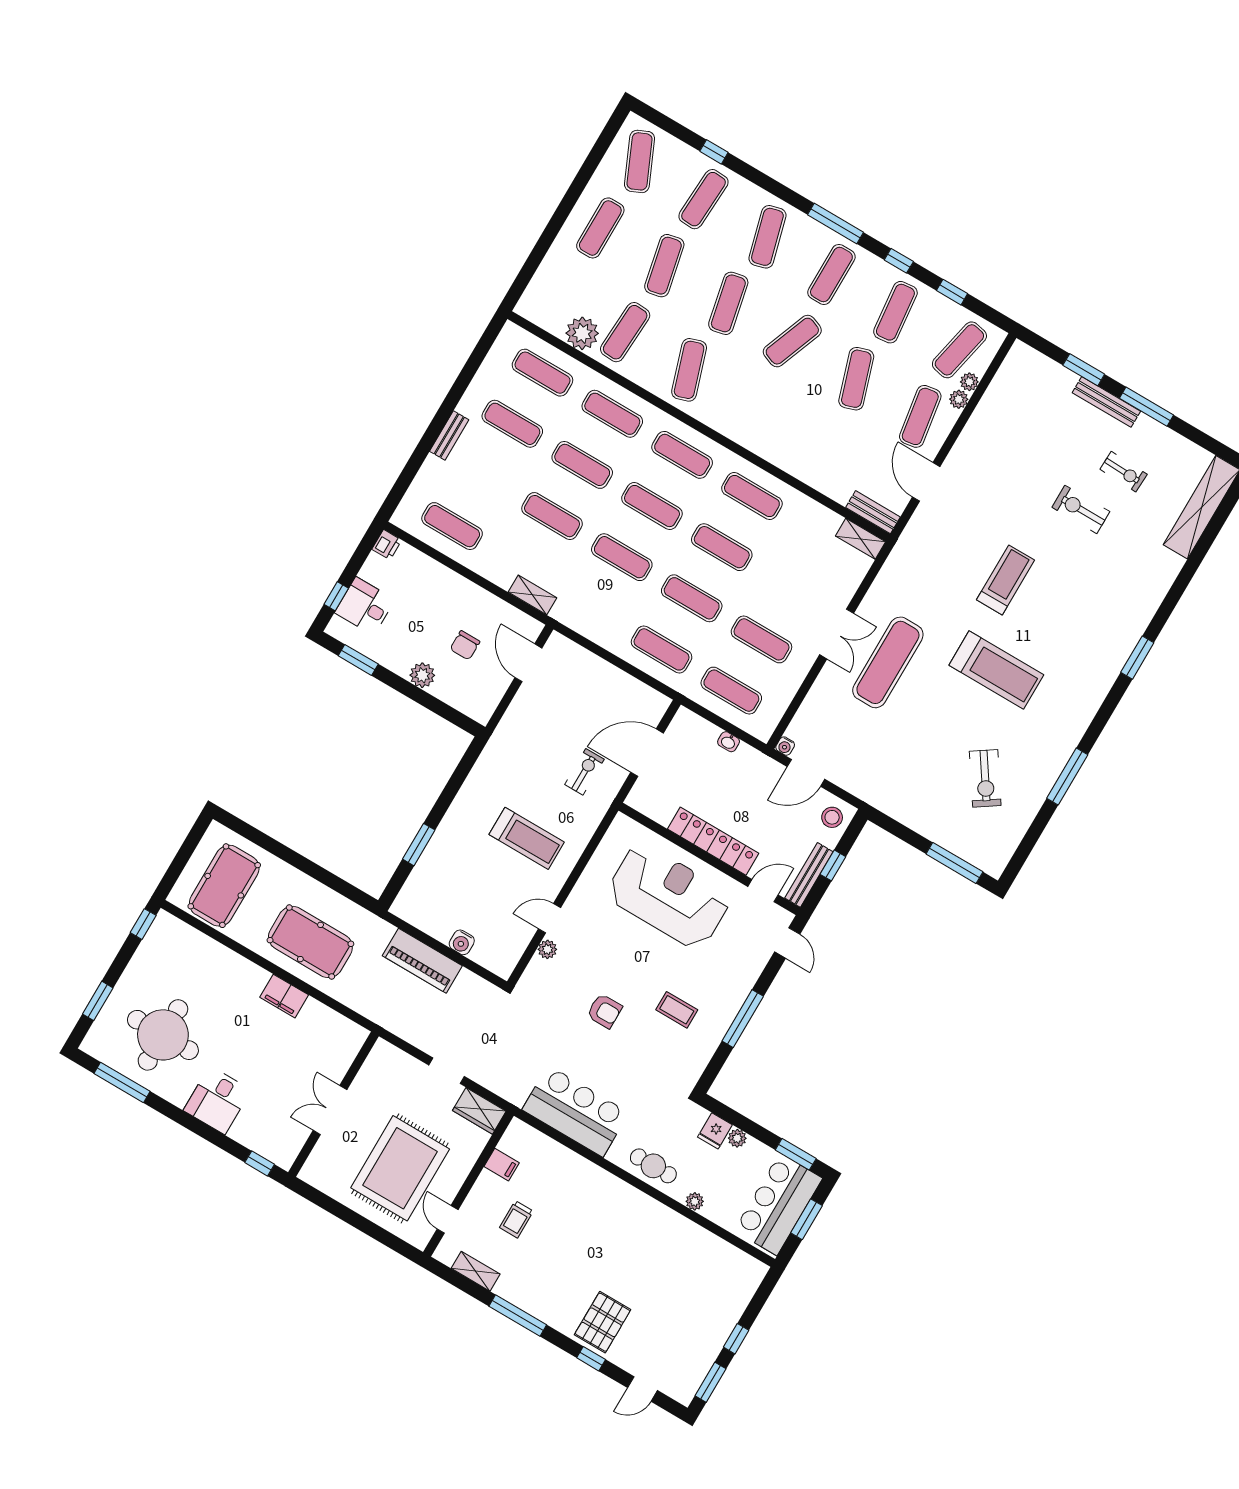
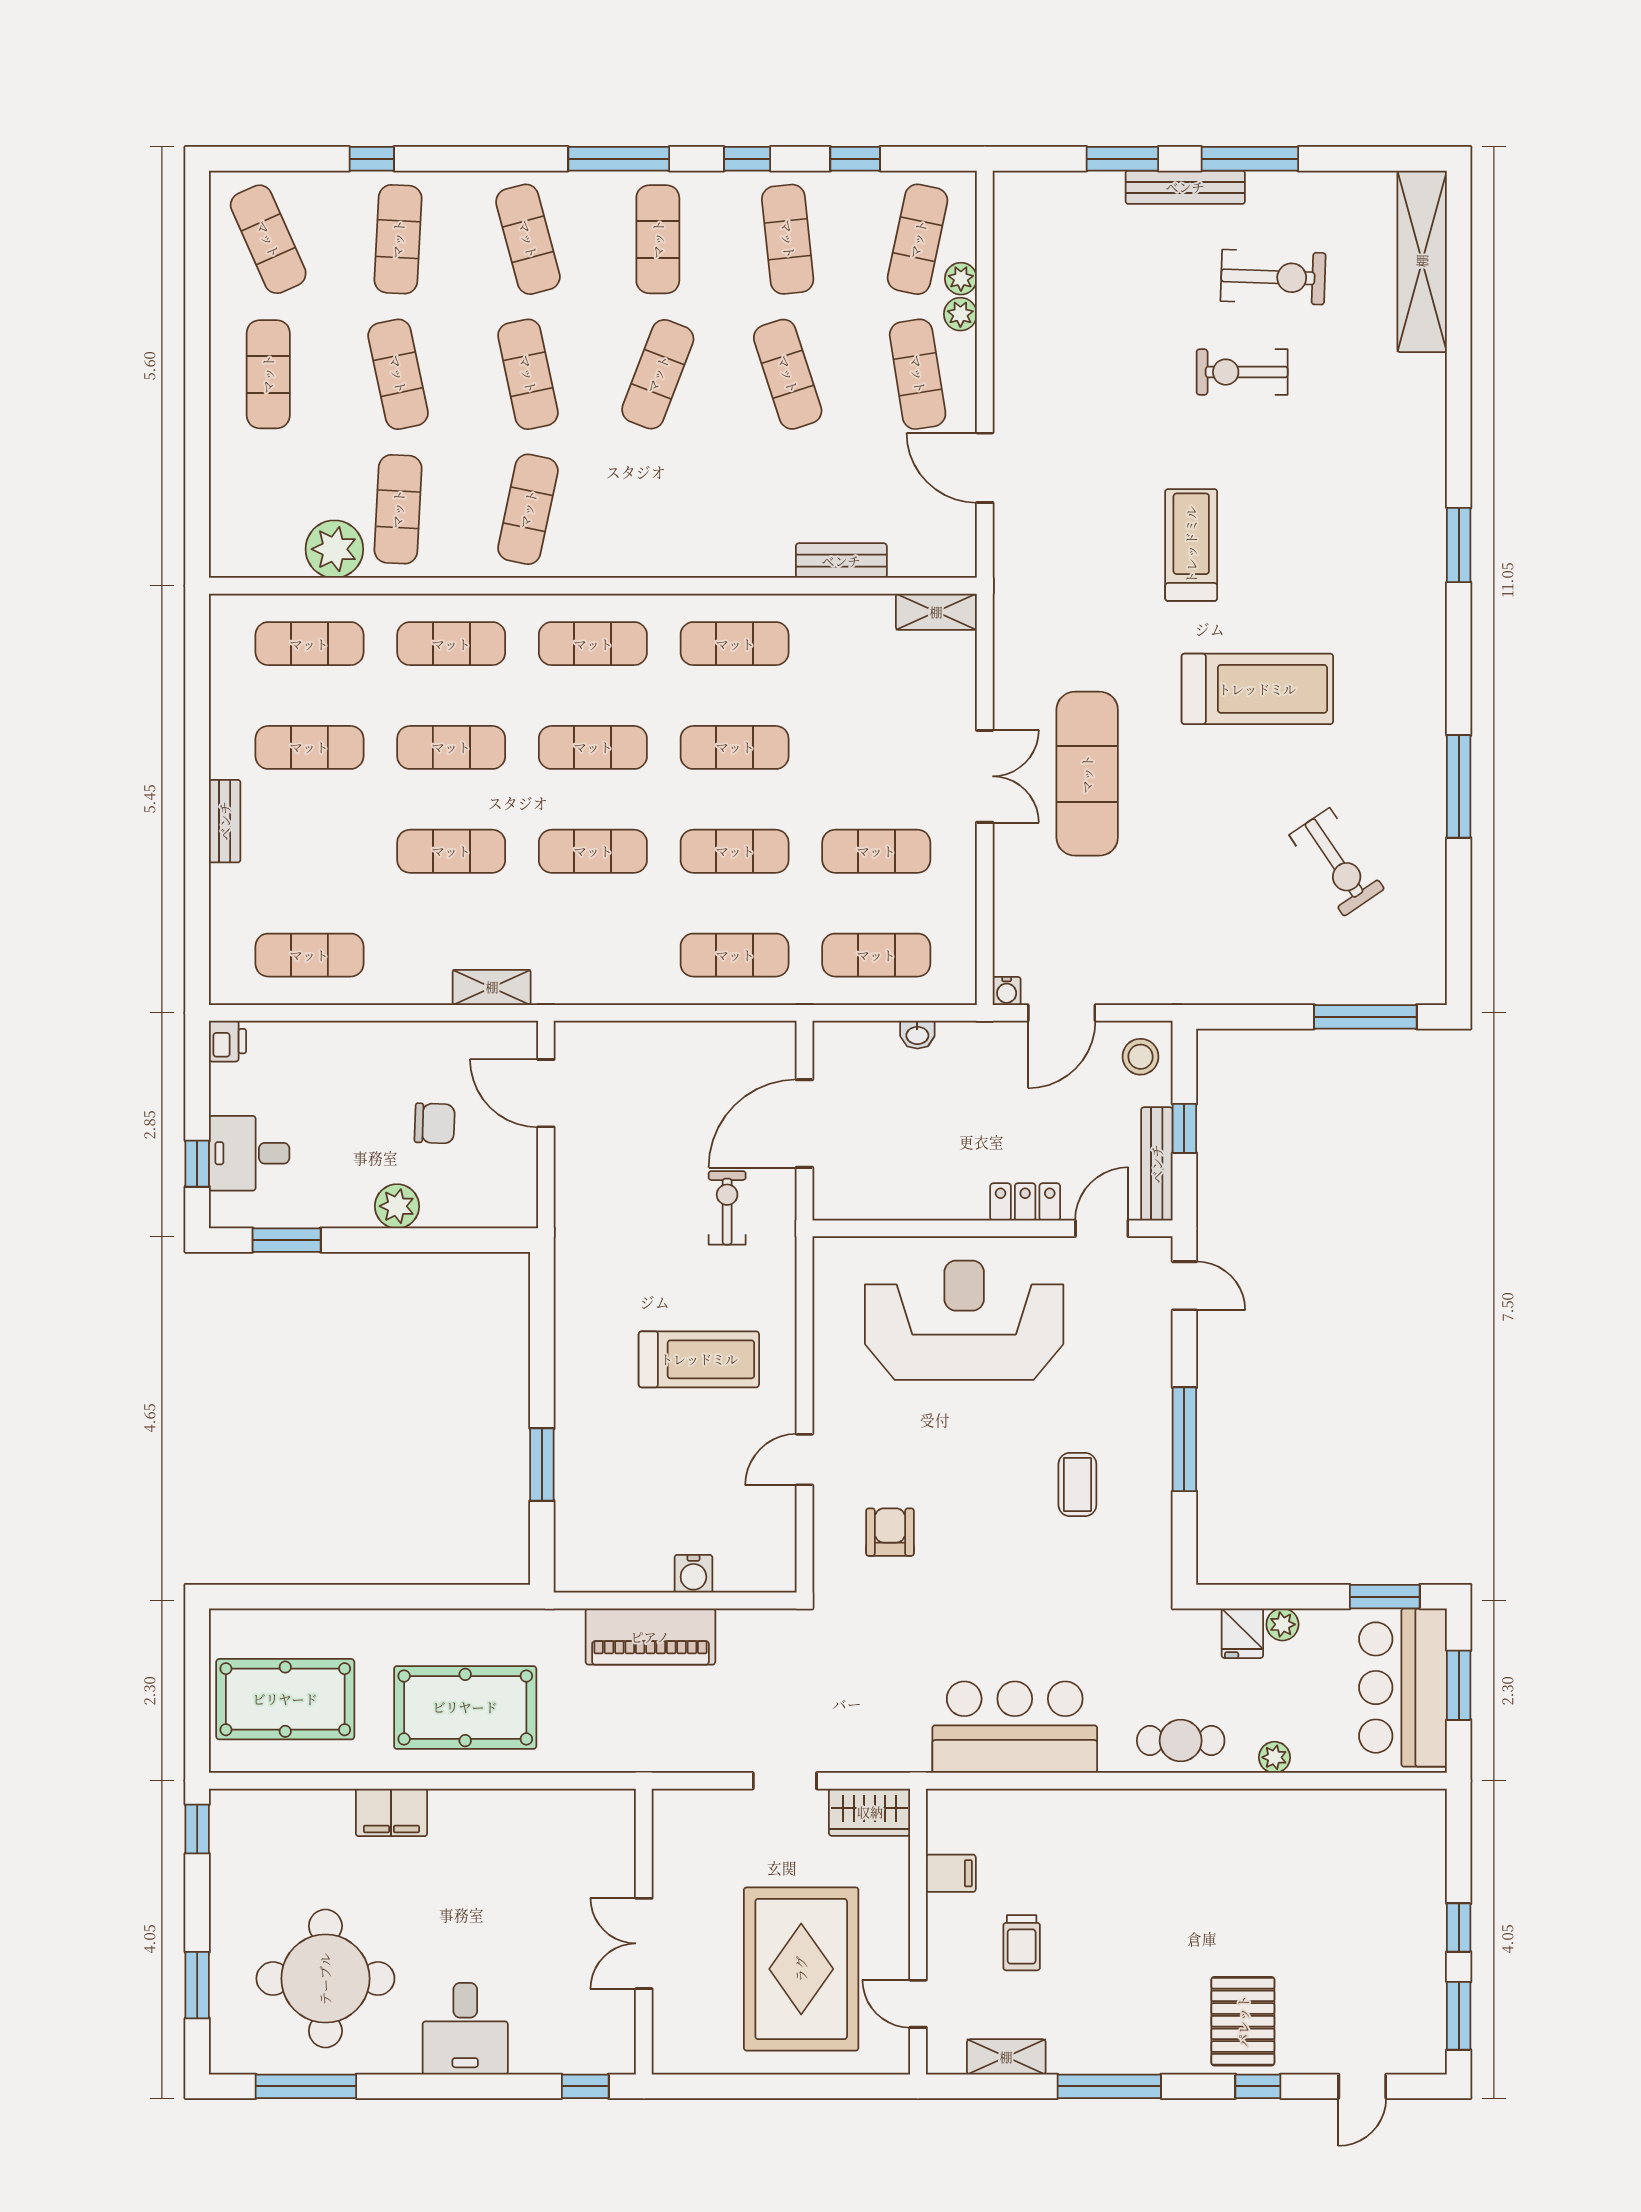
exercise mat: (689, 370) -> (528, 509), turned 30
exercise bike: (1124, 472) -> (1273, 277), width x1.38, depth x1.39
bench: (873, 512) -> (841, 561), moved
chair: (465, 645) -> (435, 1123), turned -88
locker: (713, 841) -> (1025, 1202), width x0.46, depth x0.83
pool table: (224, 886) -> (285, 1699), turned 90
plant: (547, 949) -> (829, 1508), removed
filing cabinet: (284, 996) -> (391, 1812), moved
coffee table: (677, 1010) -> (1077, 1485), turned 90
armchair: (604, 1011) -> (890, 1532), moved, turned -90

